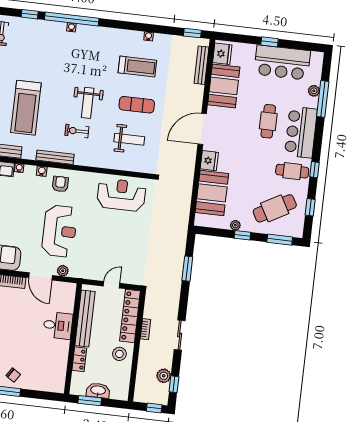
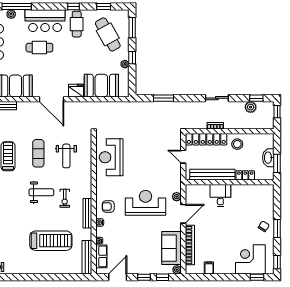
weight bench: (129, 139) -> (66, 156), turned 180

